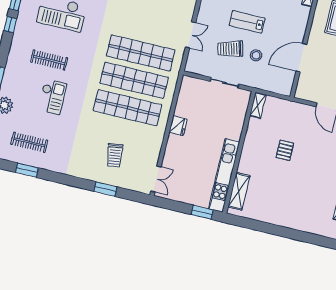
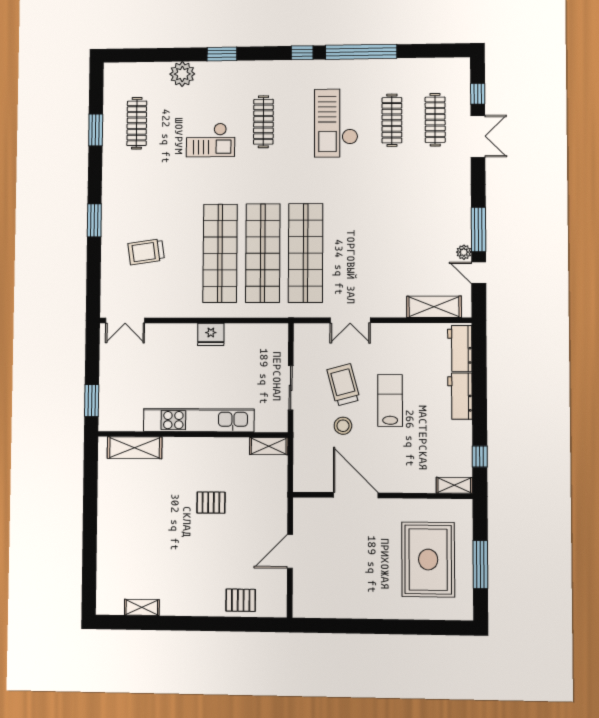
kitchen unit: (224, 175) -> (199, 420), moved
window: (105, 189) -> (94, 220), moved

